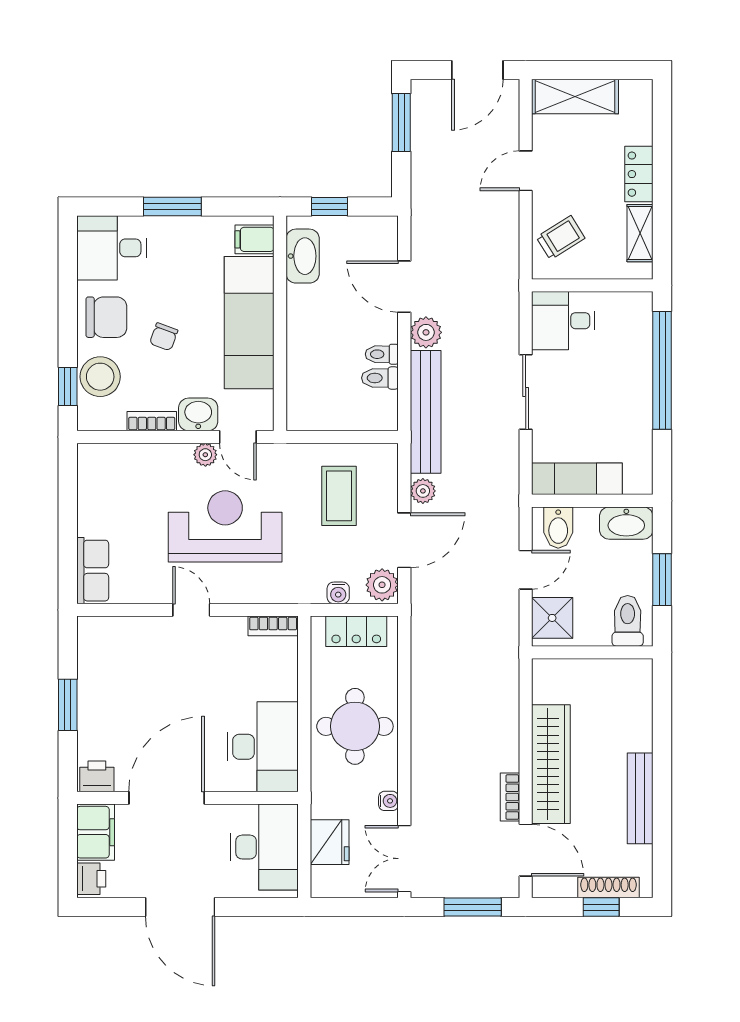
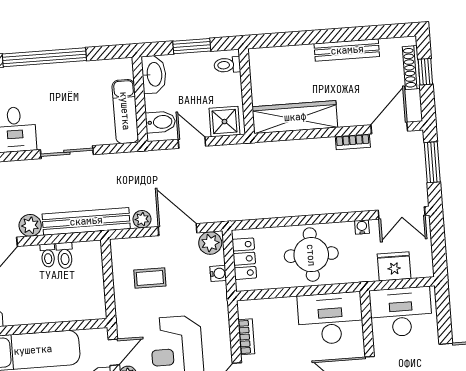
coffee table: (339, 496) -> (150, 278), width x0.73, depth x0.77
toilet: (628, 621) -> (227, 65), width x0.73, depth x0.72
bookcase: (273, 626) -> (246, 337), moved
wardrobe: (551, 764) -> (295, 117), moved

